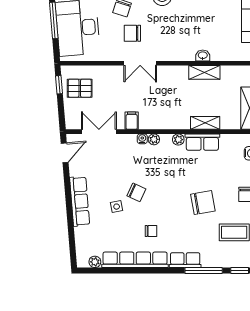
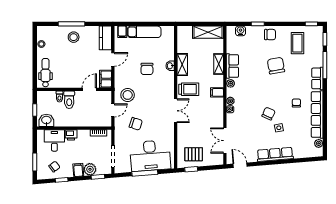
chair: (132, 33) -> (147, 69), moved
trolley: (170, 81) -> (189, 89), added
pallet: (80, 88) -> (194, 154), turned 90
filing cabinet: (132, 121) -> (217, 92), moved

